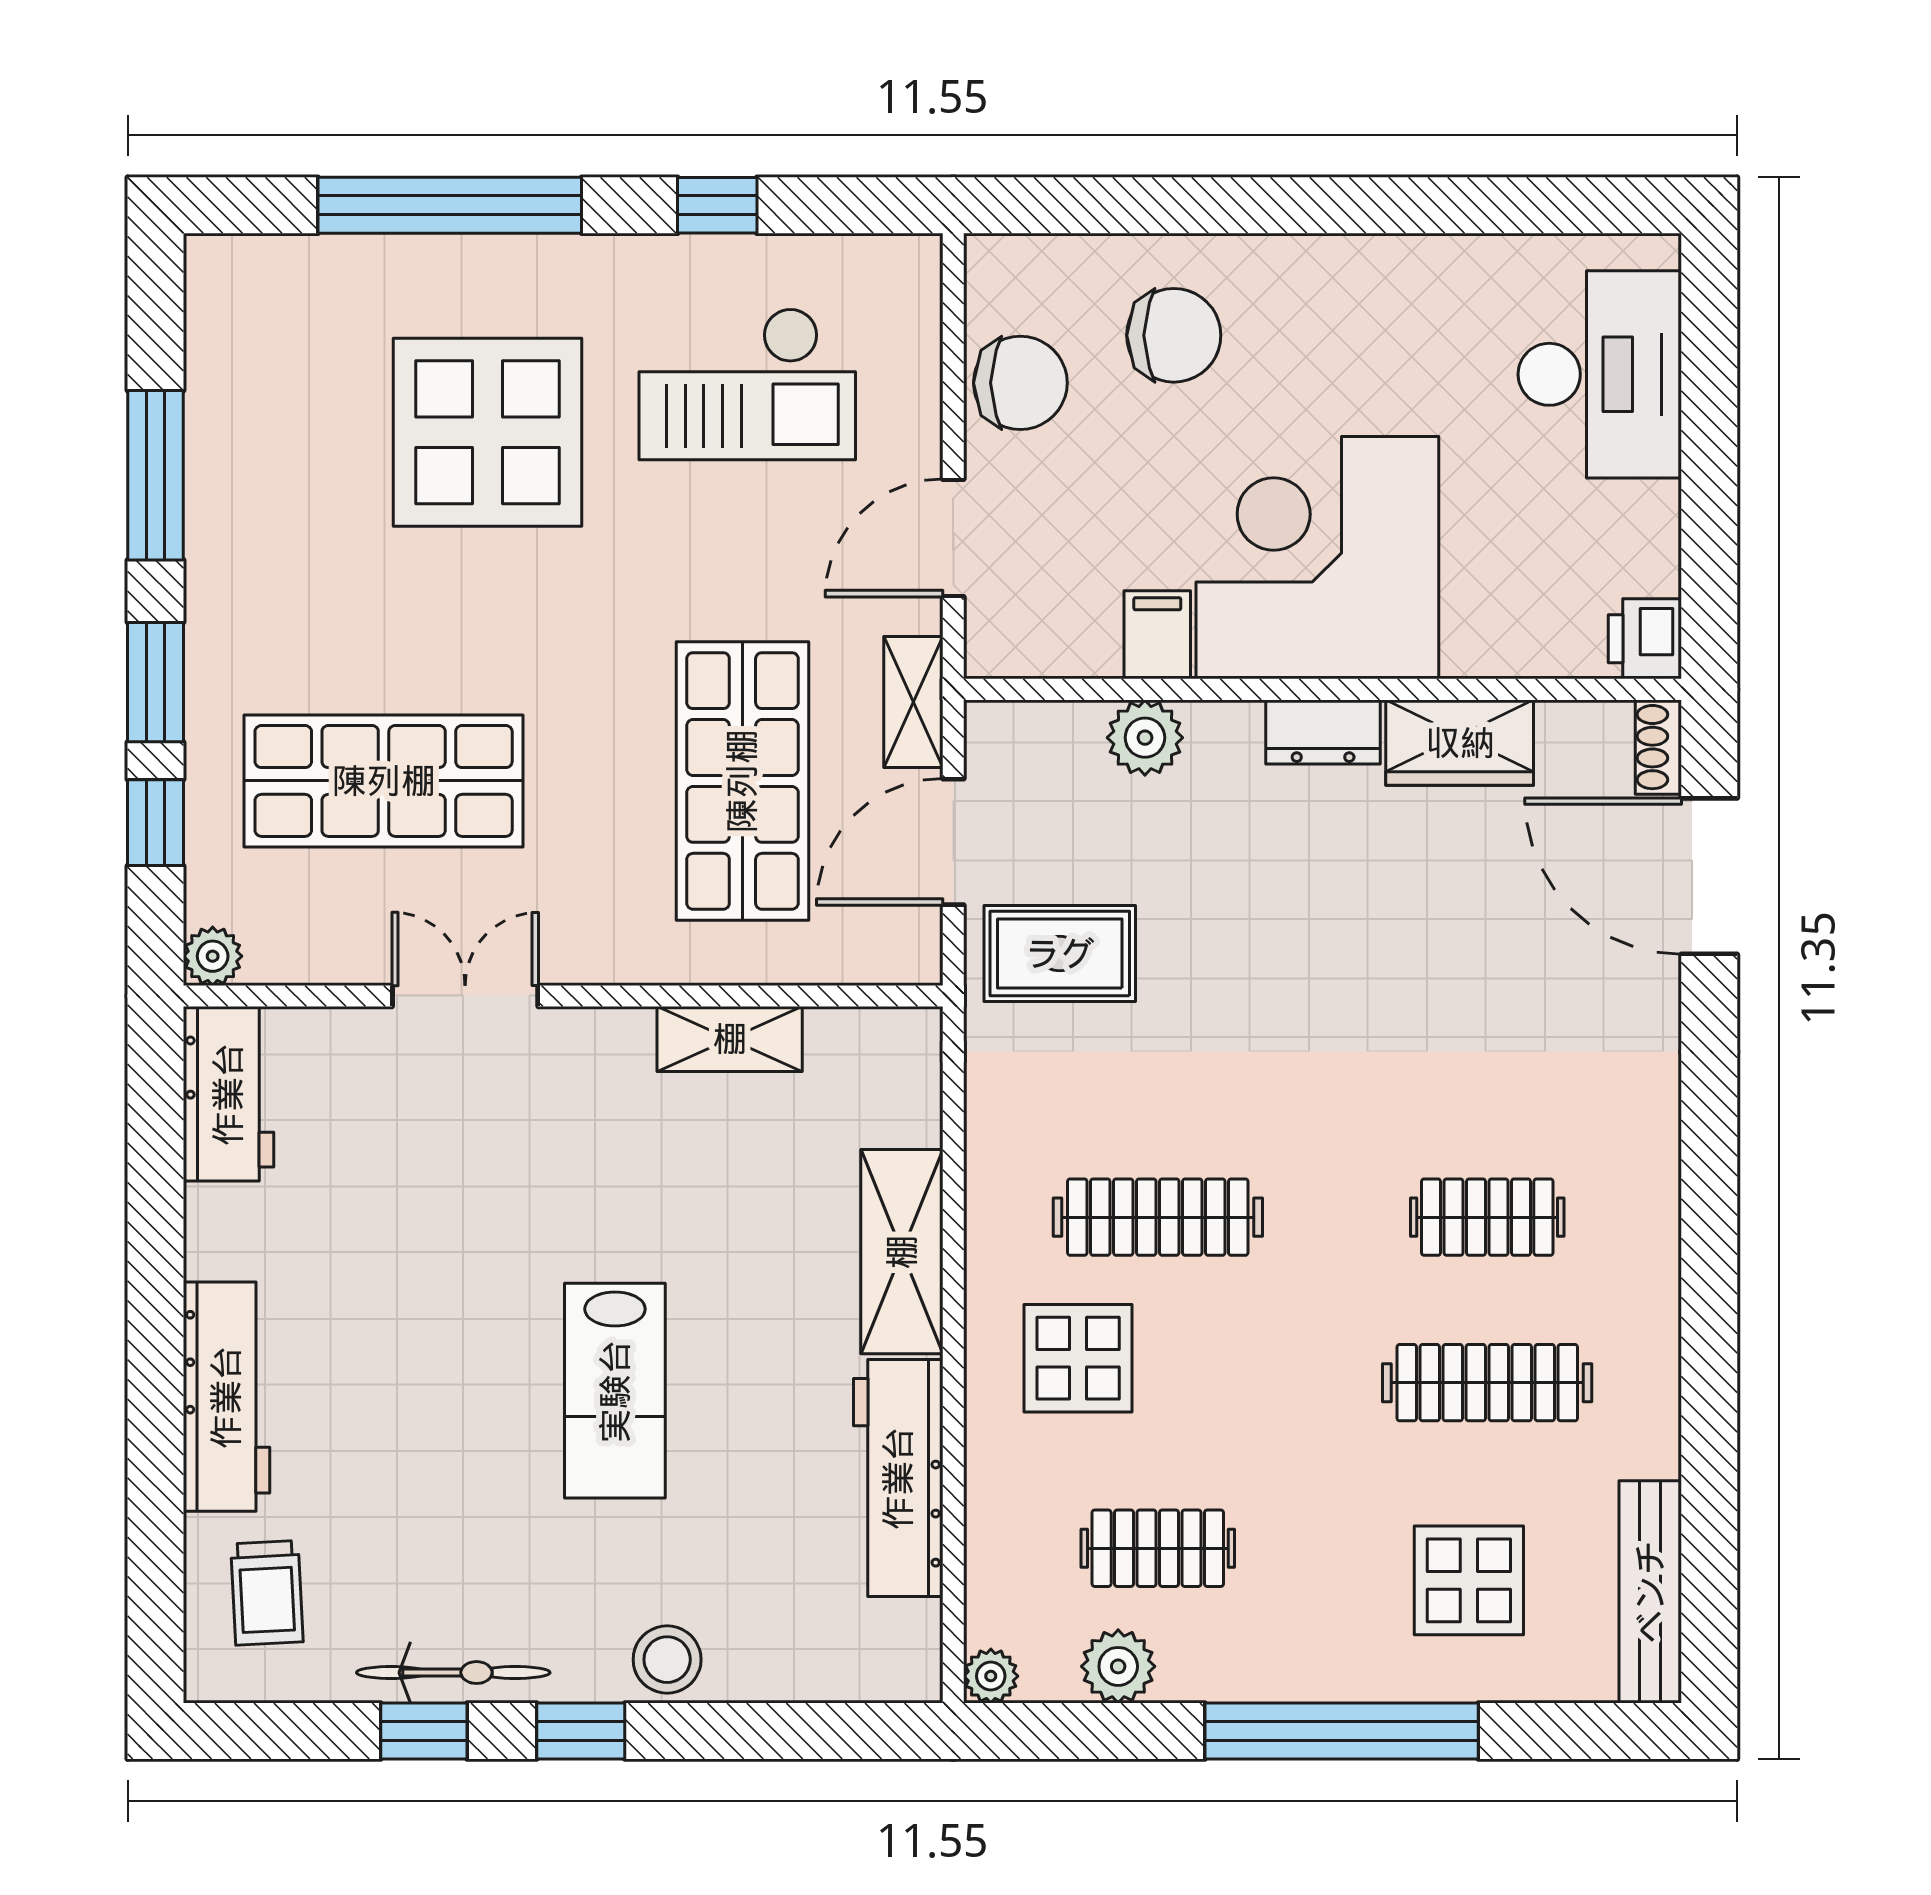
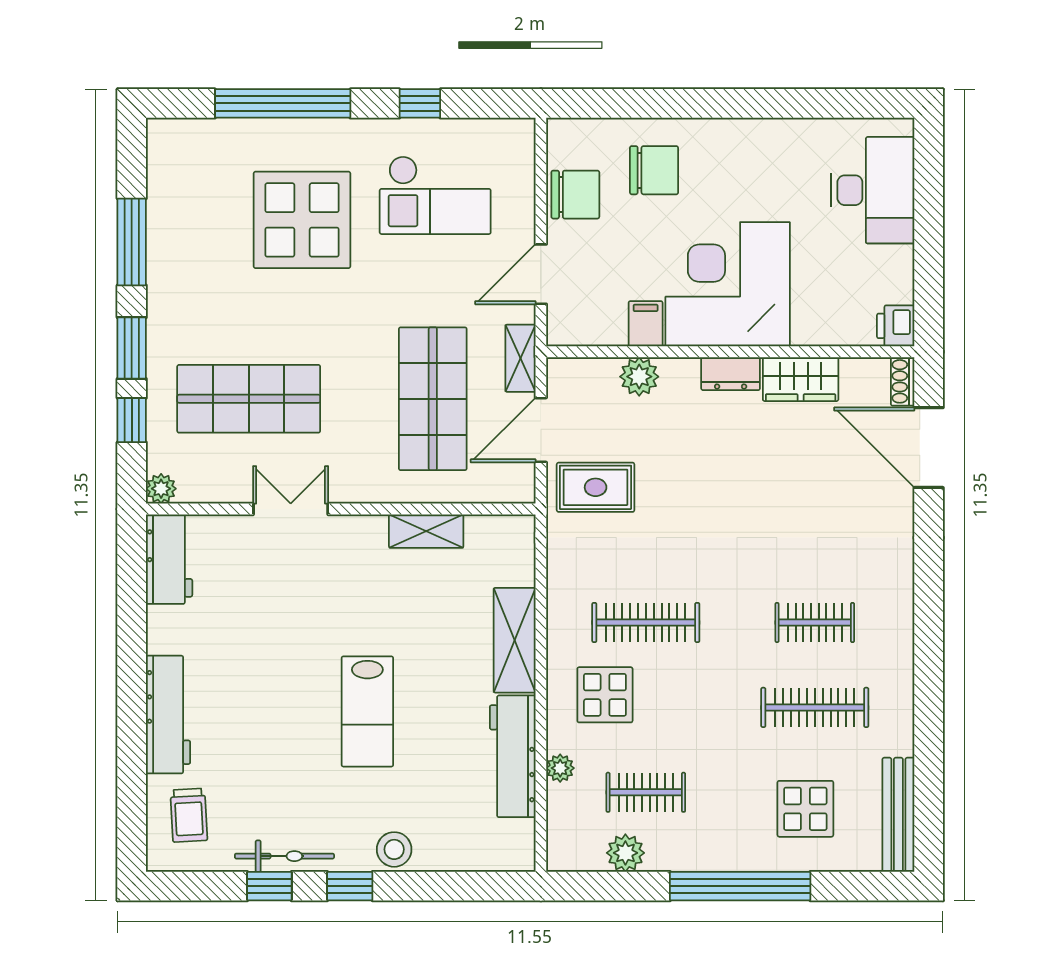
plant: (991, 1676) -> (560, 768), moved

